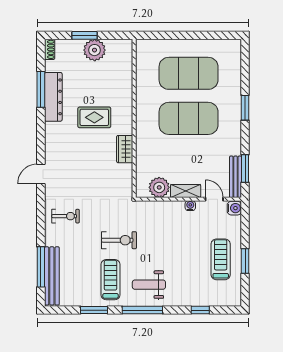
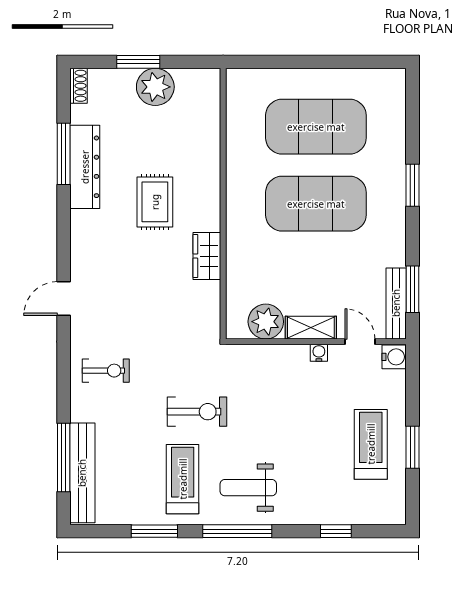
rug: (94, 117) -> (155, 202), turned 90

